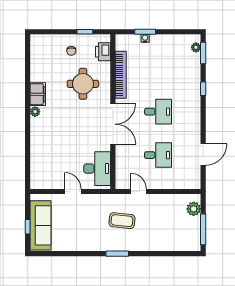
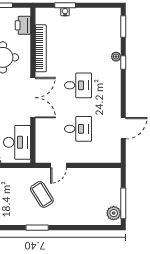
plant: (196, 47) -> (116, 57), moved
door: (139, 191) -> (59, 165), swing flipped
plant: (194, 209) -> (114, 213), moved
coffee table: (122, 221) -> (42, 195), turned 52

